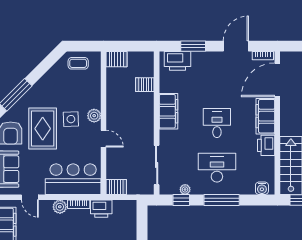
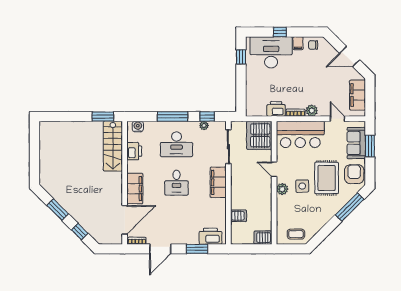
filing cabinet: (169, 111) -> (218, 182), moved
printer: (266, 145) -> (134, 151), moved
server rack: (116, 187) -> (259, 135), width x2.18, depth x1.44

